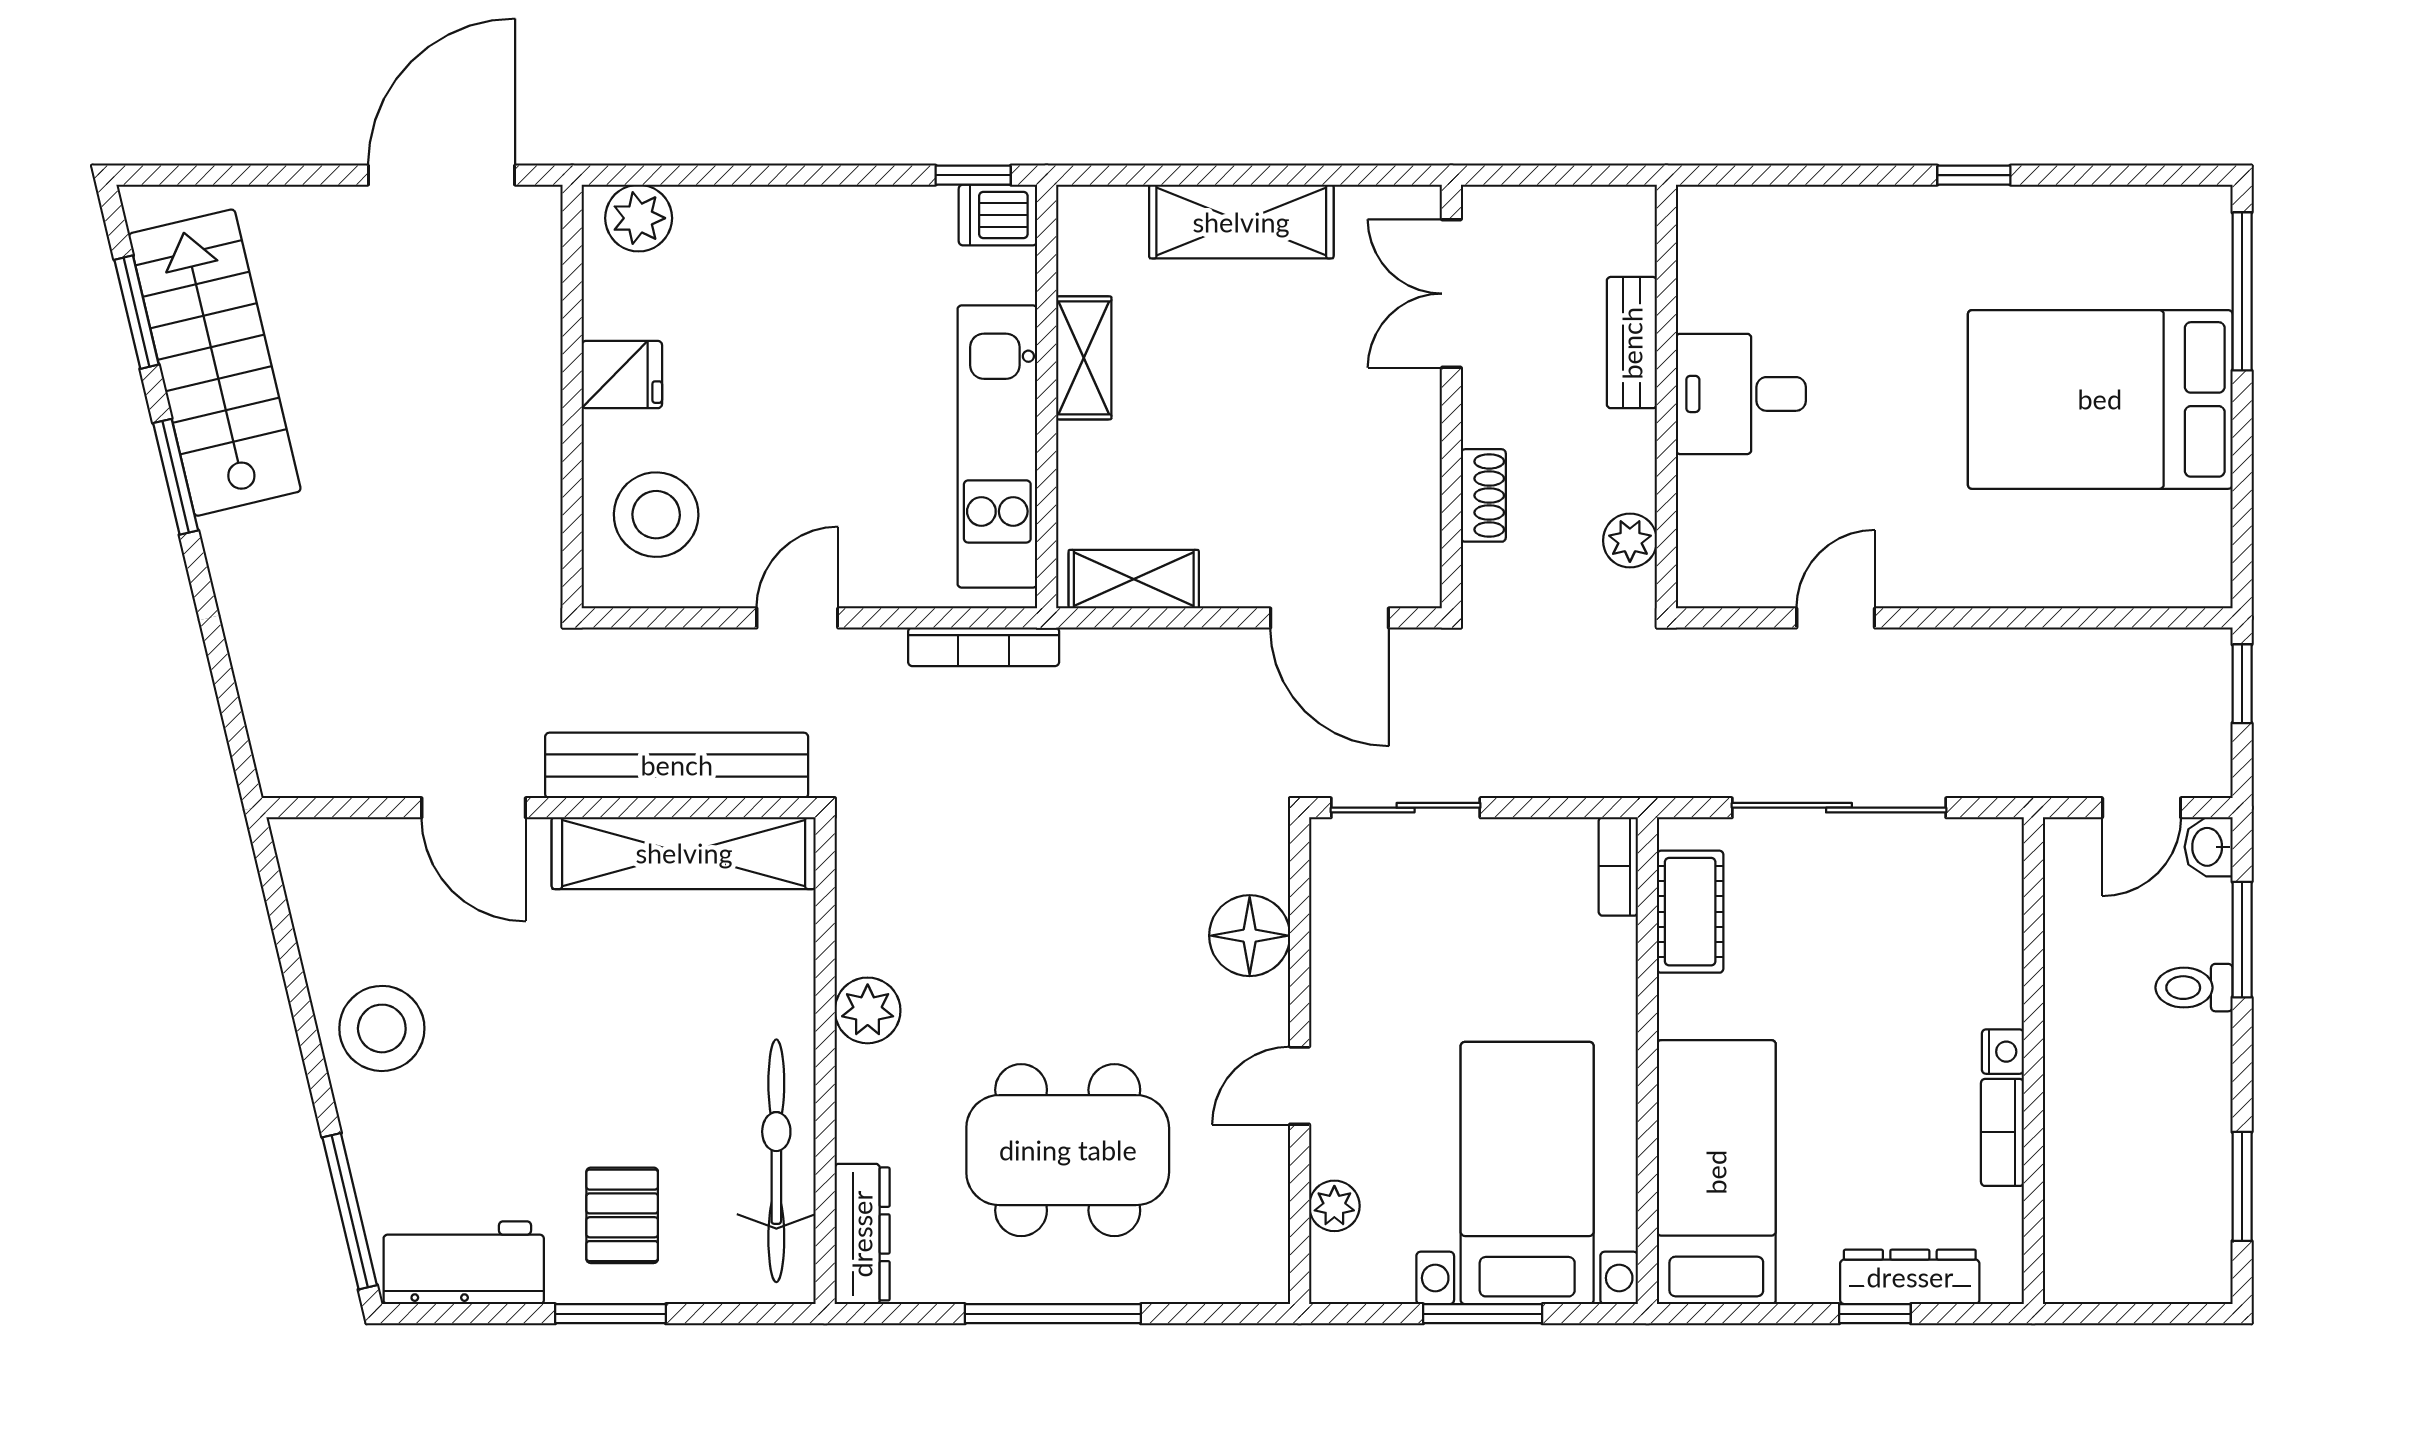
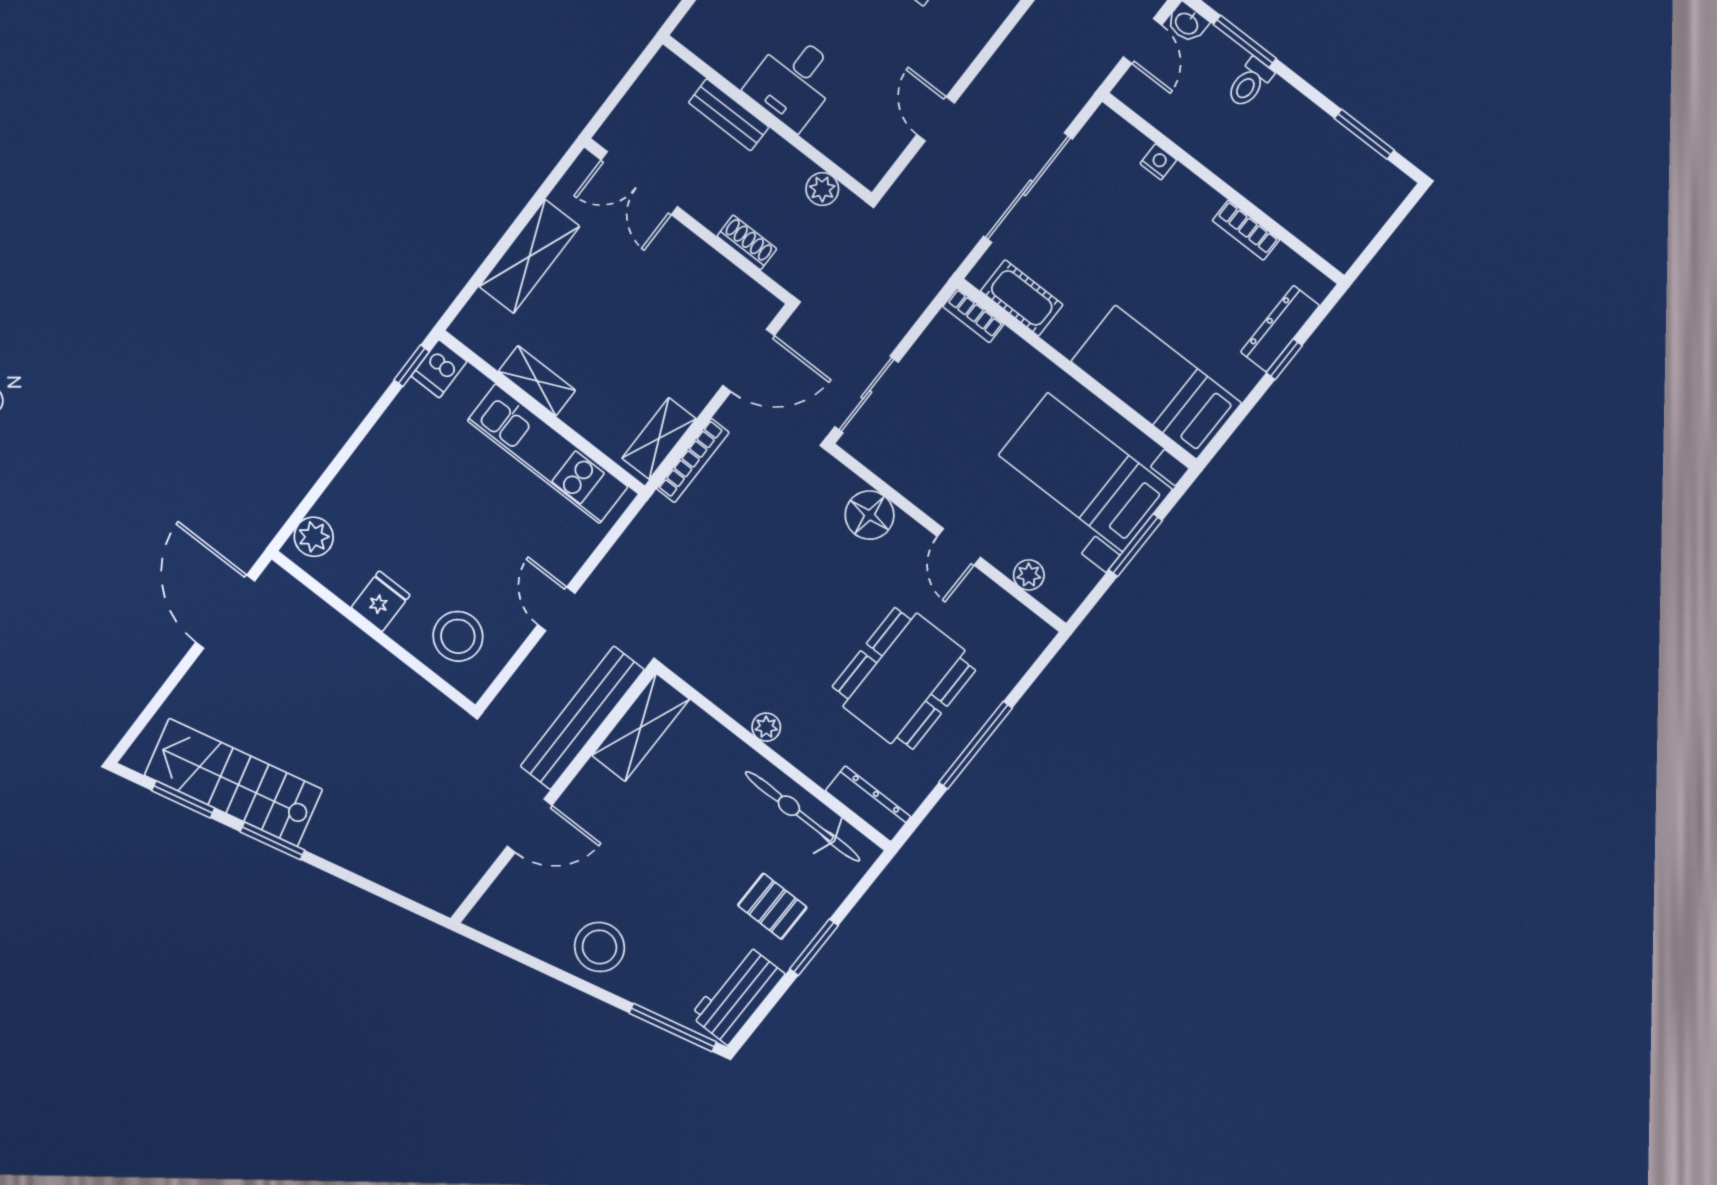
bookcase: (984, 647) -> (693, 461), moved
shelving: (684, 853) -> (641, 727), width x0.68
plant: (868, 1010) -> (766, 727), width x0.73, depth x0.73
nightstand: (2003, 1052) -> (1158, 162), moved

